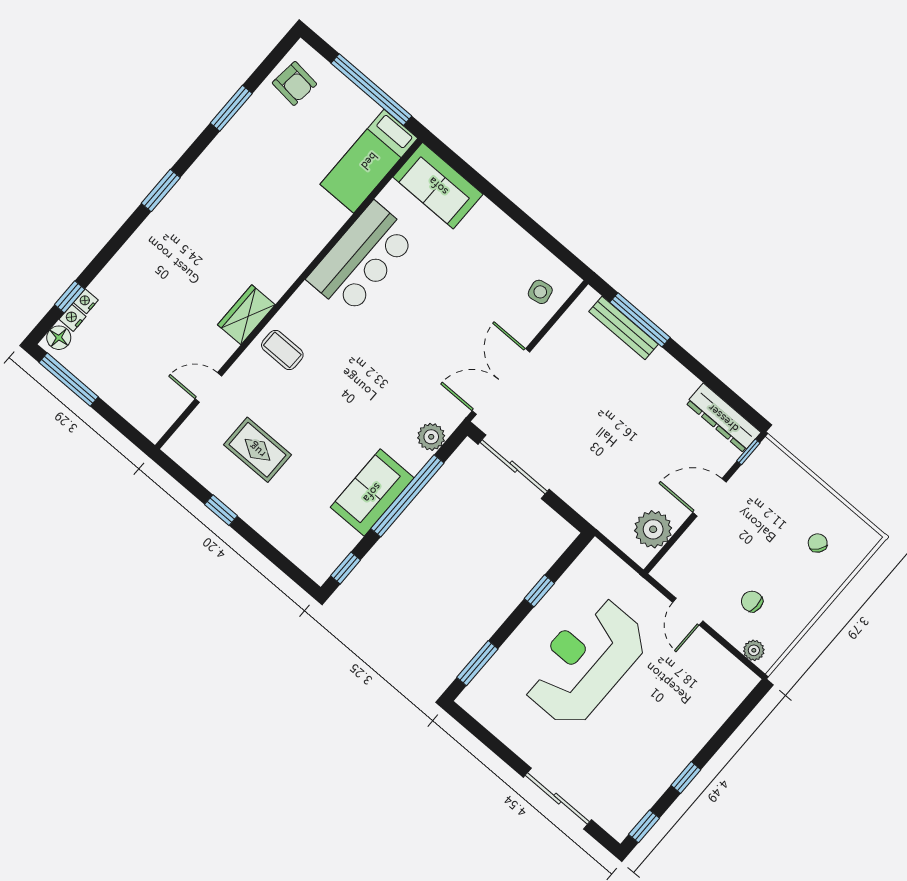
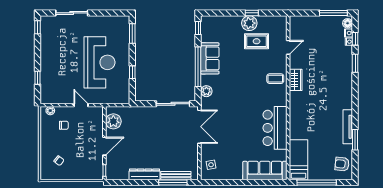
tv unit: (224, 144) -> (348, 127), added
sofa: (438, 186) -> (265, 171), width x1.36
window: (161, 190) -> (355, 63), moved
dresser: (723, 418) -> (144, 174), moved
plant: (242, 495) -> (249, 23), added
window: (686, 777) -> (38, 78), moved

